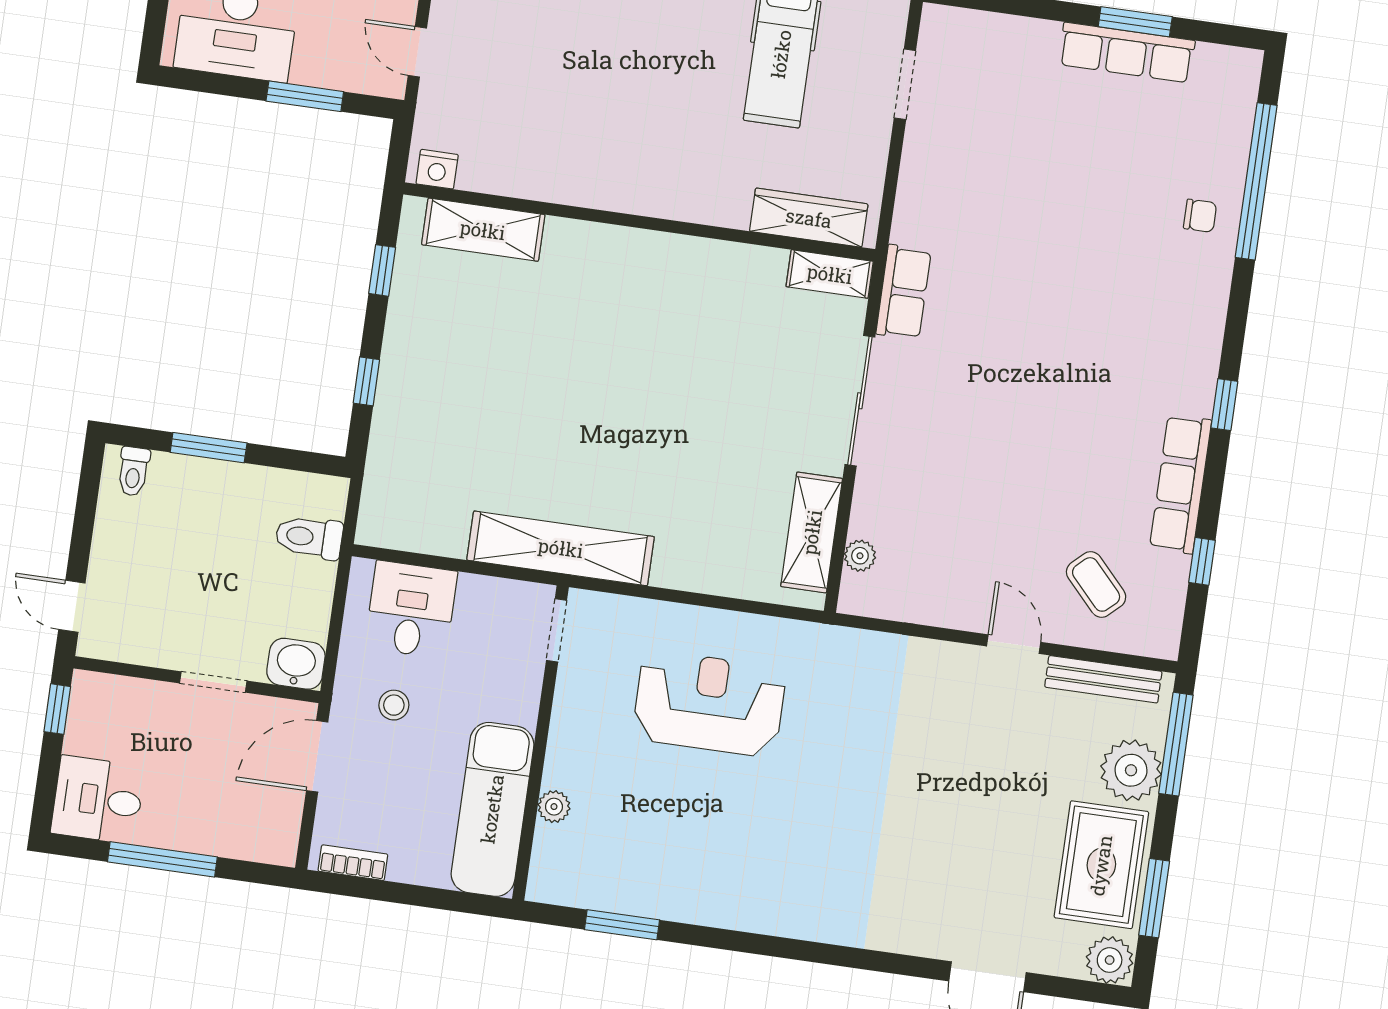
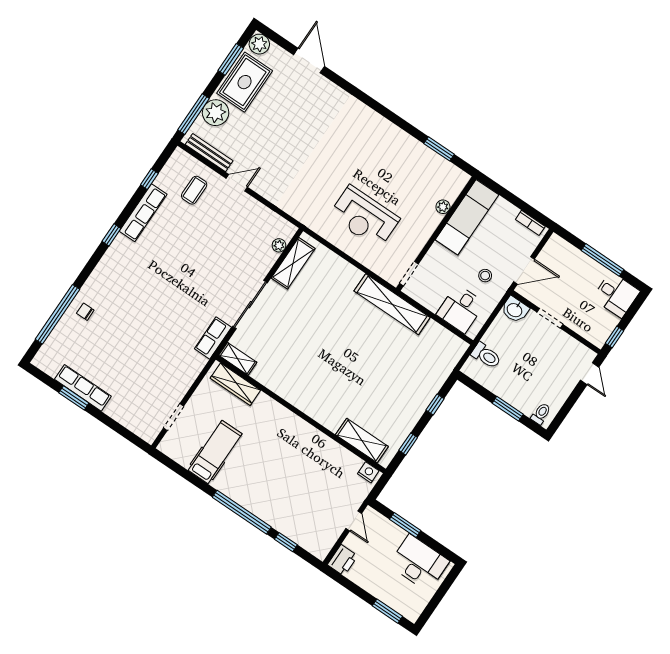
coffee table: (1096, 584) -> (194, 190), turned 43
door: (1014, 644) -> (237, 183), swing flipped

